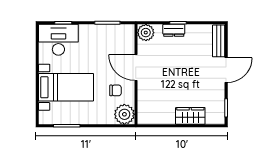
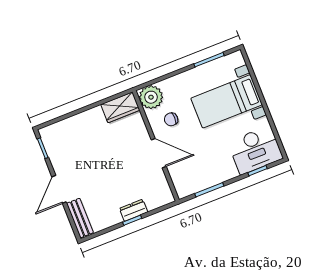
plant: (146, 33) -> (163, 196), removed
wardrobe: (190, 116) -> (120, 107), moved

